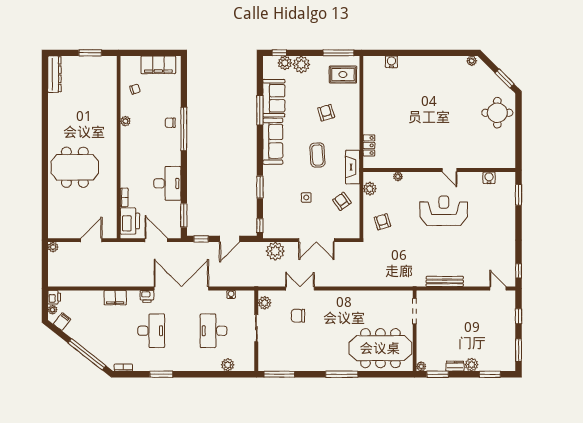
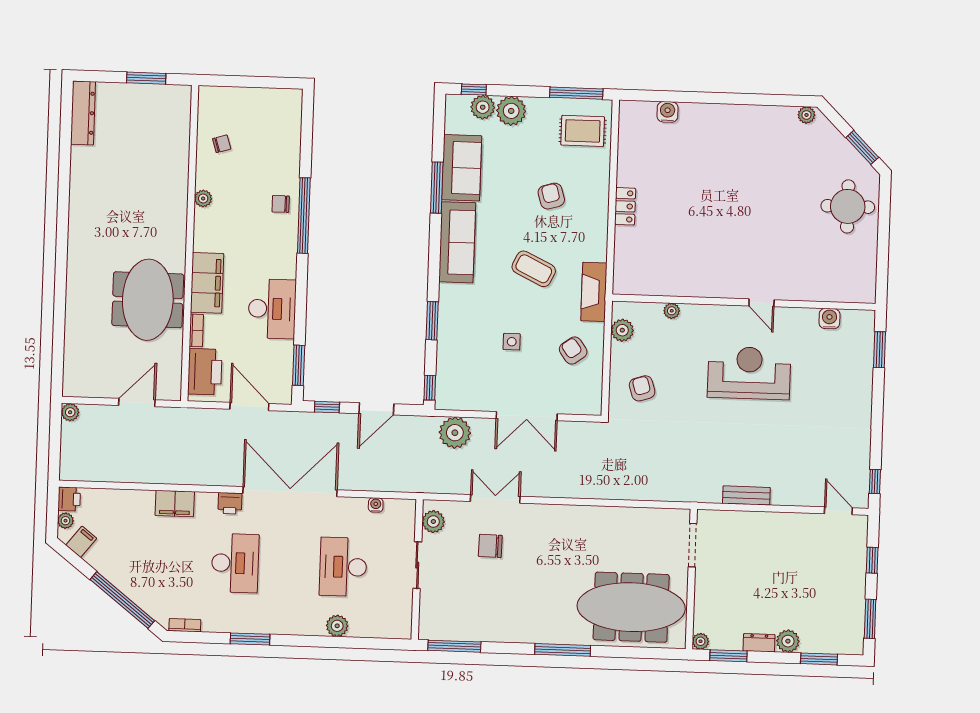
filing cabinet: (158, 65) -> (207, 283), moved, turned -90
locker: (369, 145) -> (625, 206), moved
coffee table: (317, 155) -> (534, 269), turned -60
meeting table: (75, 167) -> (148, 300), moved, turned 90
bench: (445, 281) -> (746, 495), width x0.73
plant: (228, 365) -> (337, 626), moved

